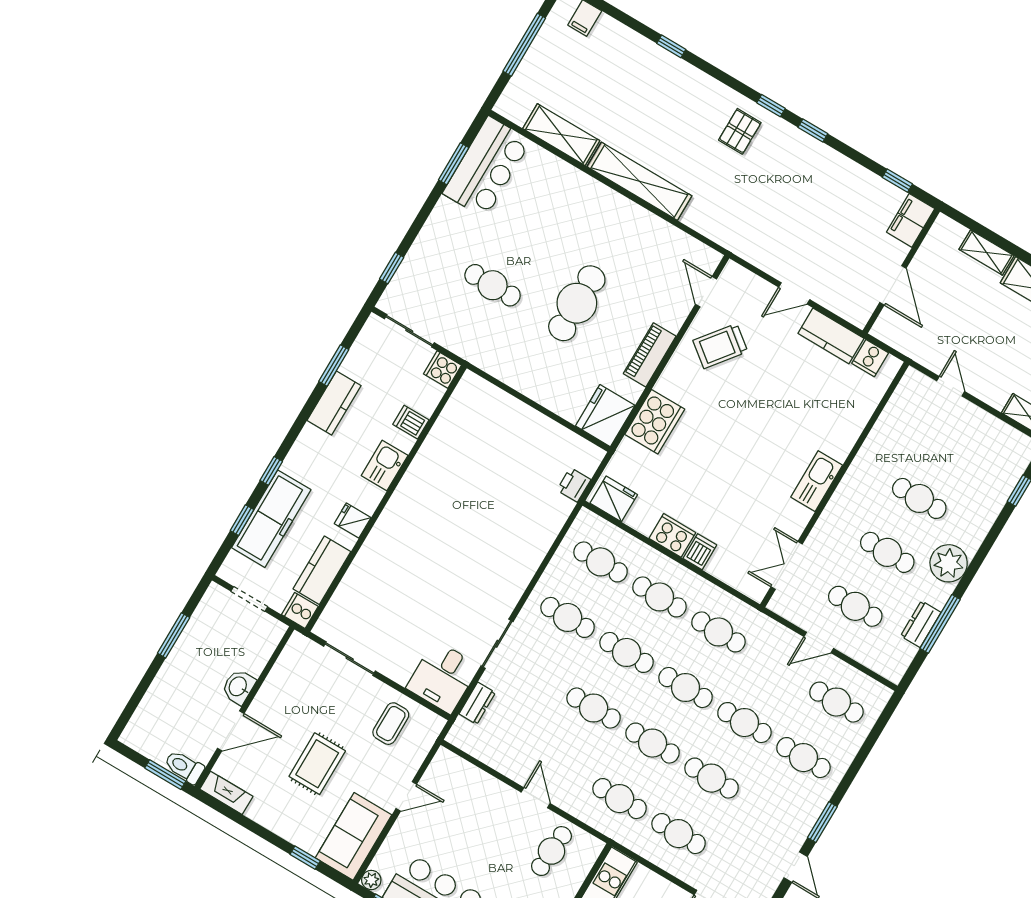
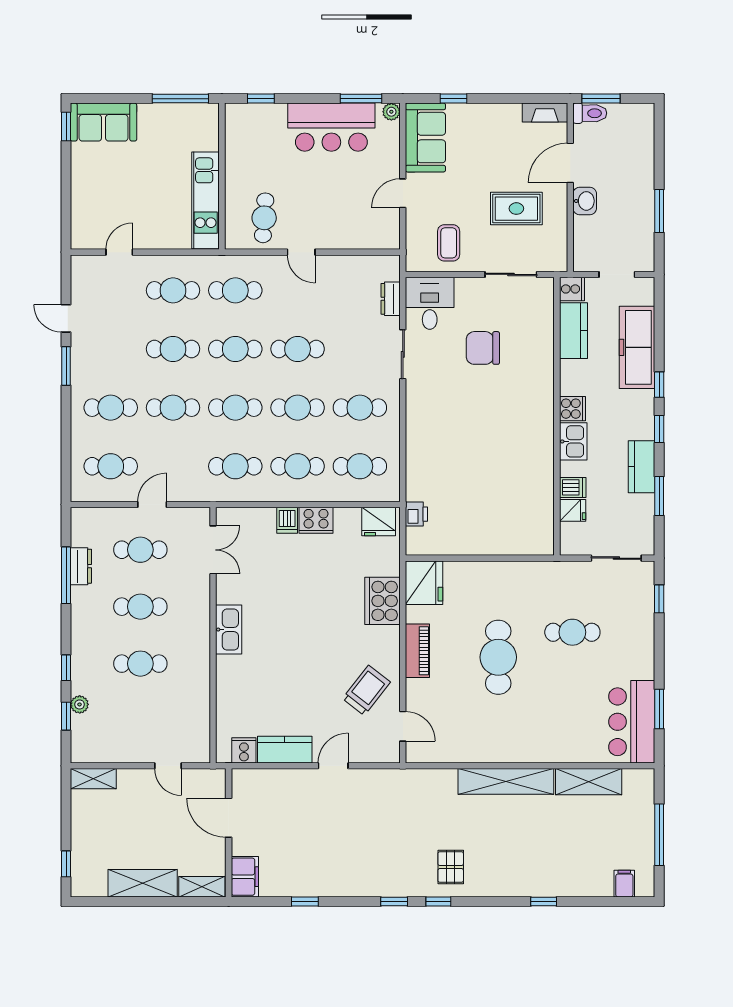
filing cabinet: (911, 220) -> (245, 877), moved
wall: (901, 271) -> (229, 833), moved
door: (893, 285) -> (229, 818), moved
cooker: (442, 370) -> (572, 409), moved
window: (242, 520) -> (659, 429), moved
fridge: (353, 521) -> (573, 510), moved
window: (992, 536) -> (66, 668), added
plant: (949, 563) -> (80, 704), moved, width x0.53, depth x0.53
chair: (418, 605) -> (483, 348), added
rug: (317, 764) -> (516, 209), moved, turned 90

